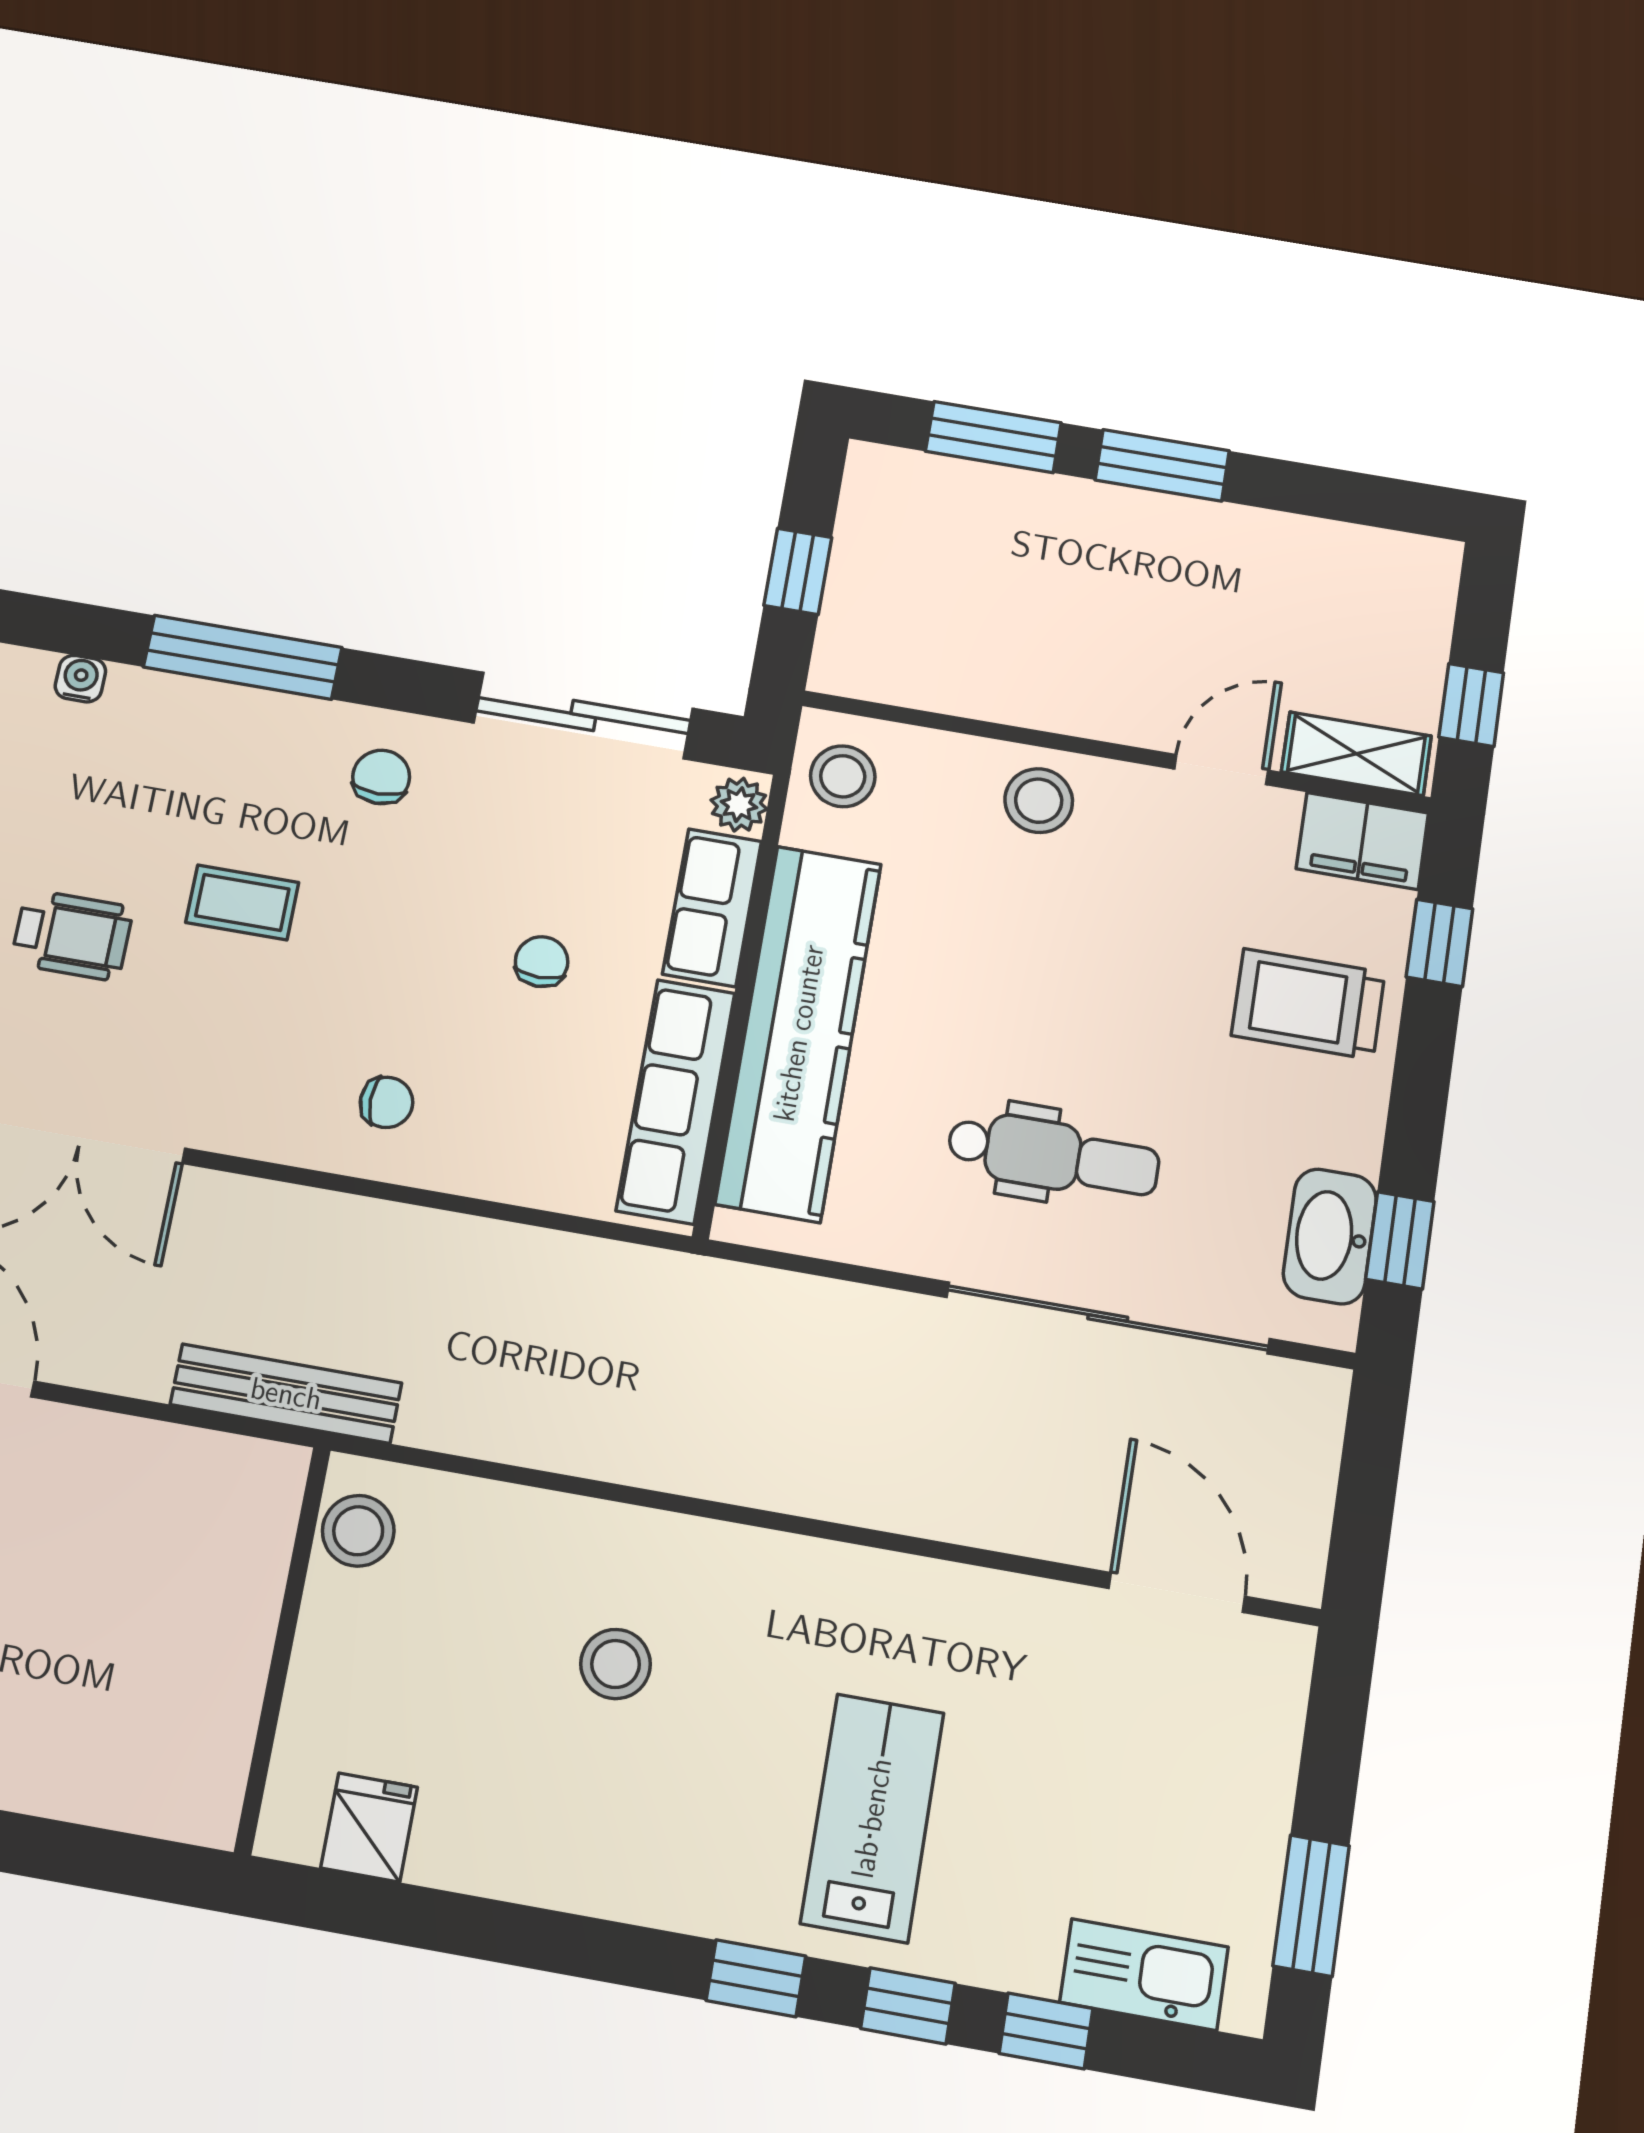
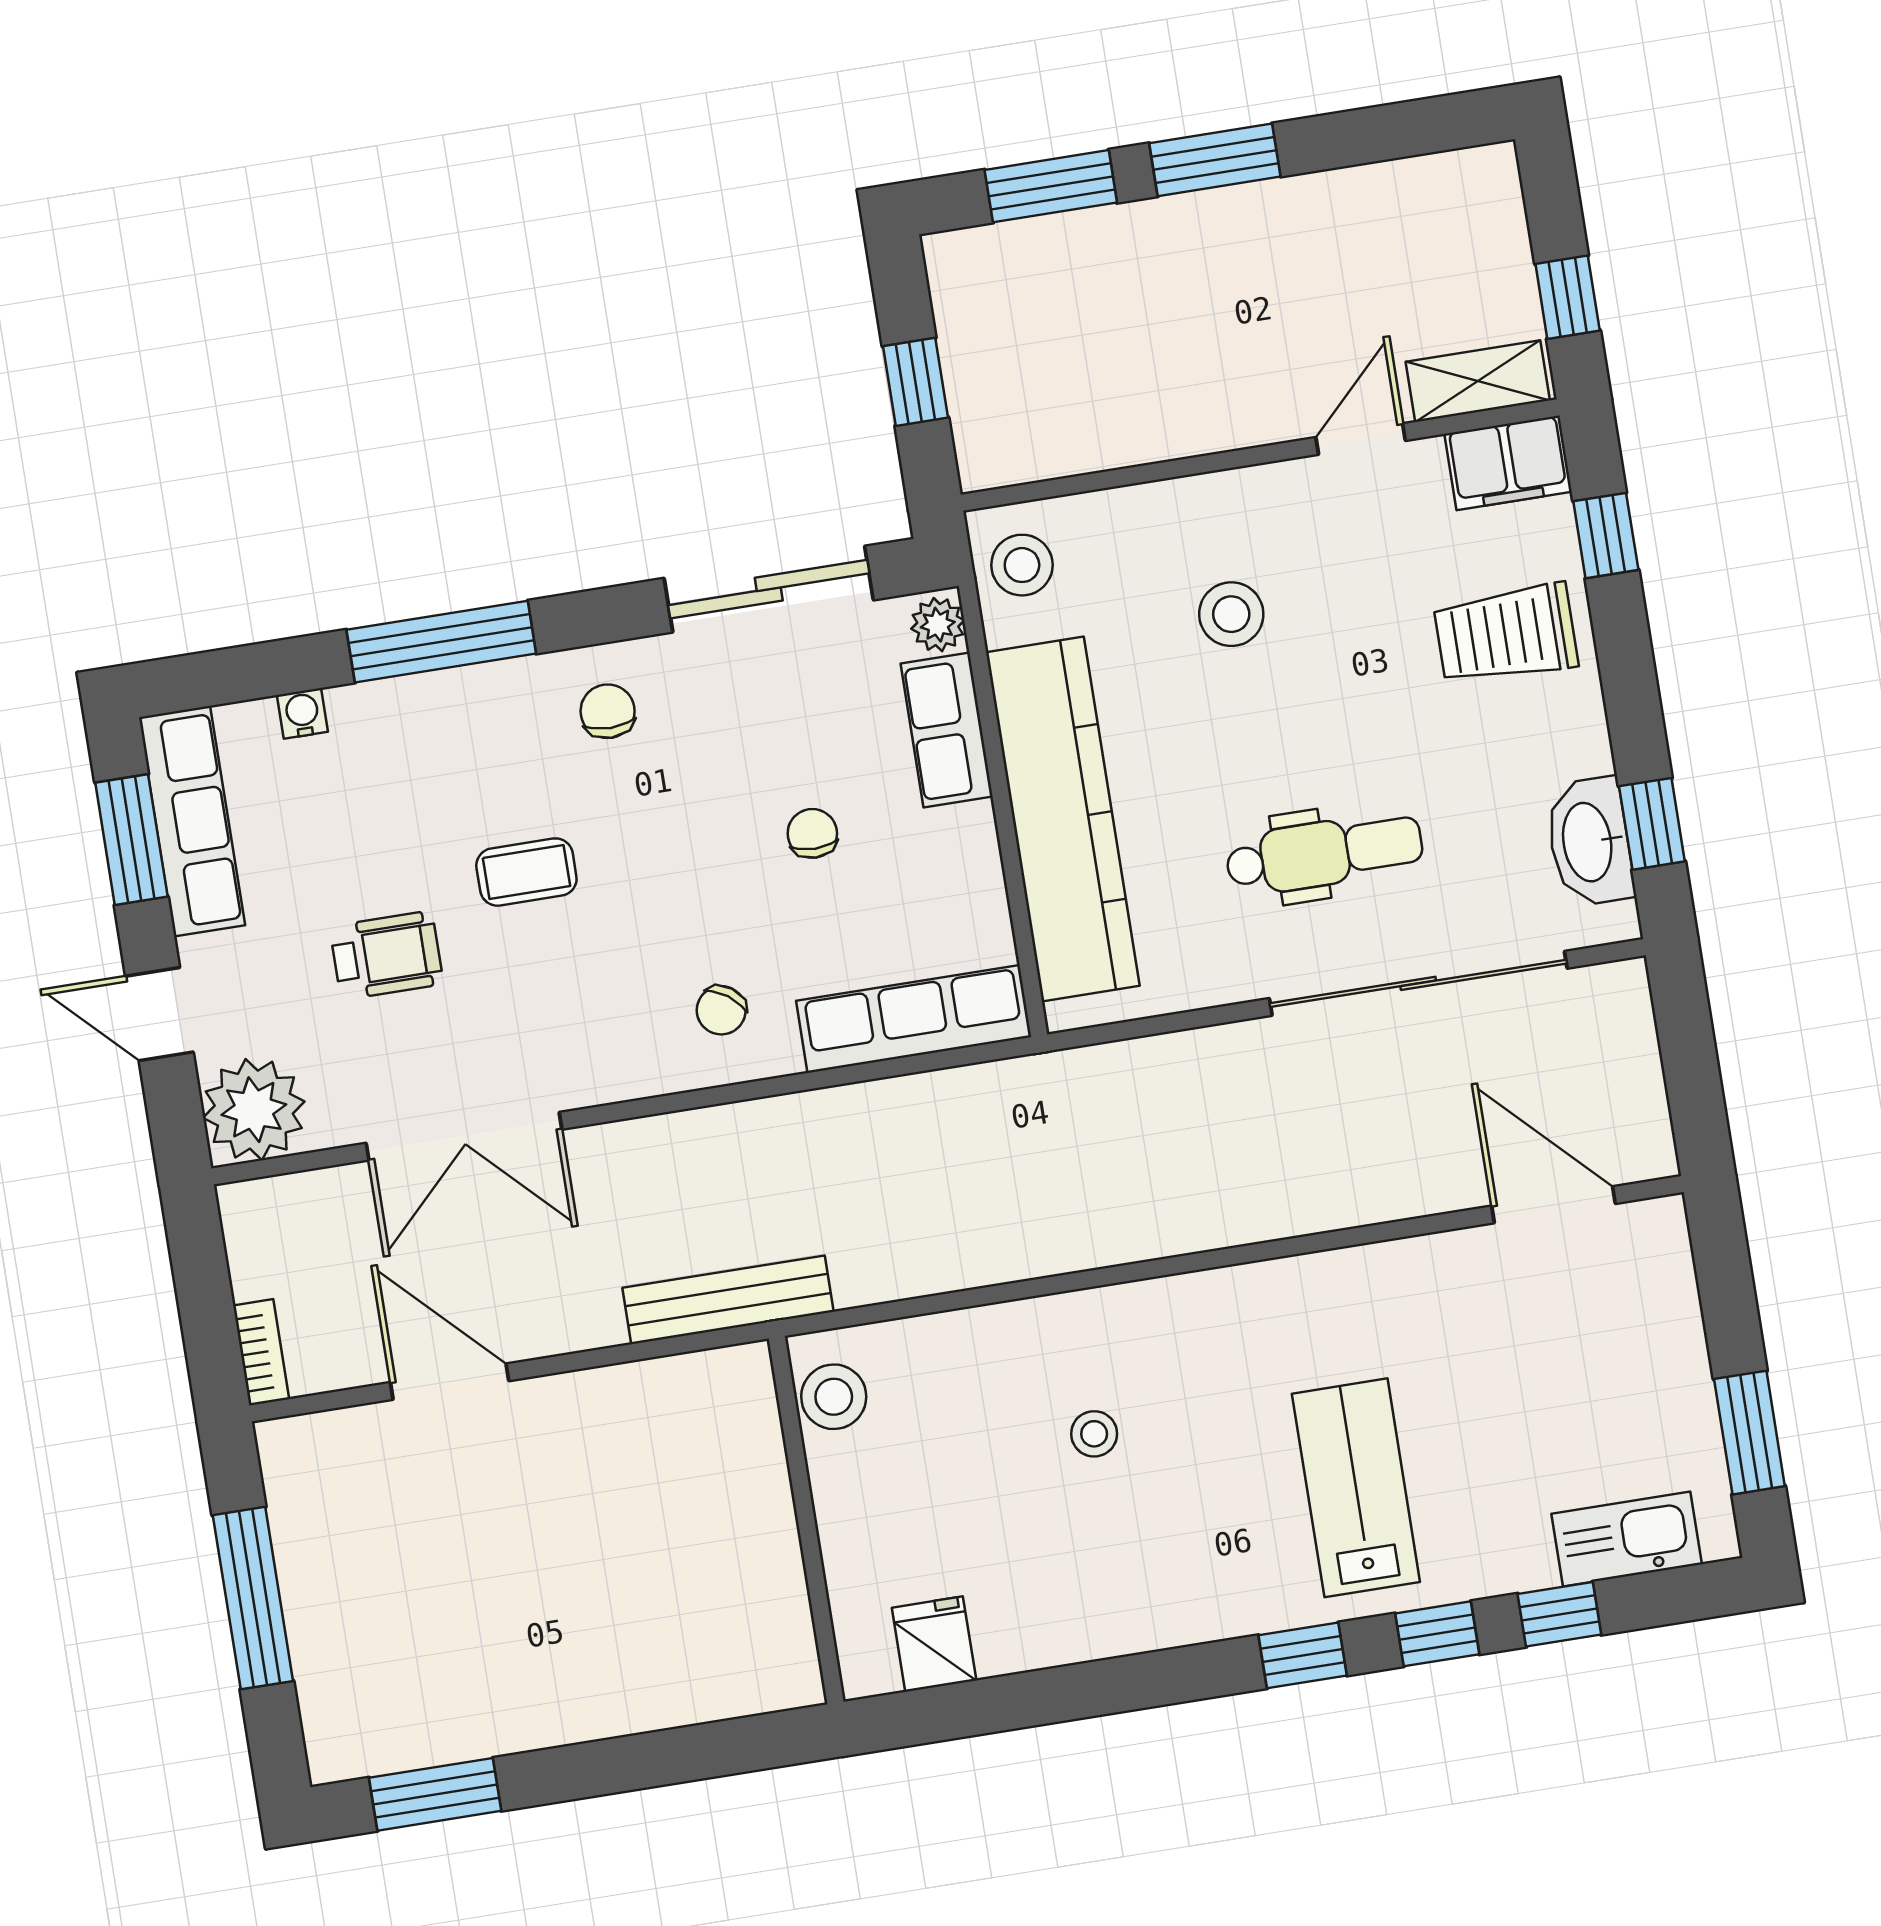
stool: (1039, 801) -> (1231, 614), moved
row of seats: (676, 1101) -> (914, 1019), moved, turned 90
chair: (387, 1102) -> (721, 1010), turned 126
stool: (616, 1664) -> (1094, 1434), width x0.73, depth x0.73

